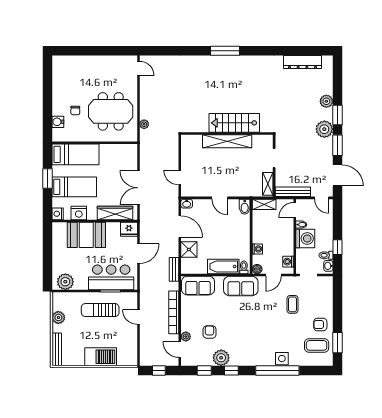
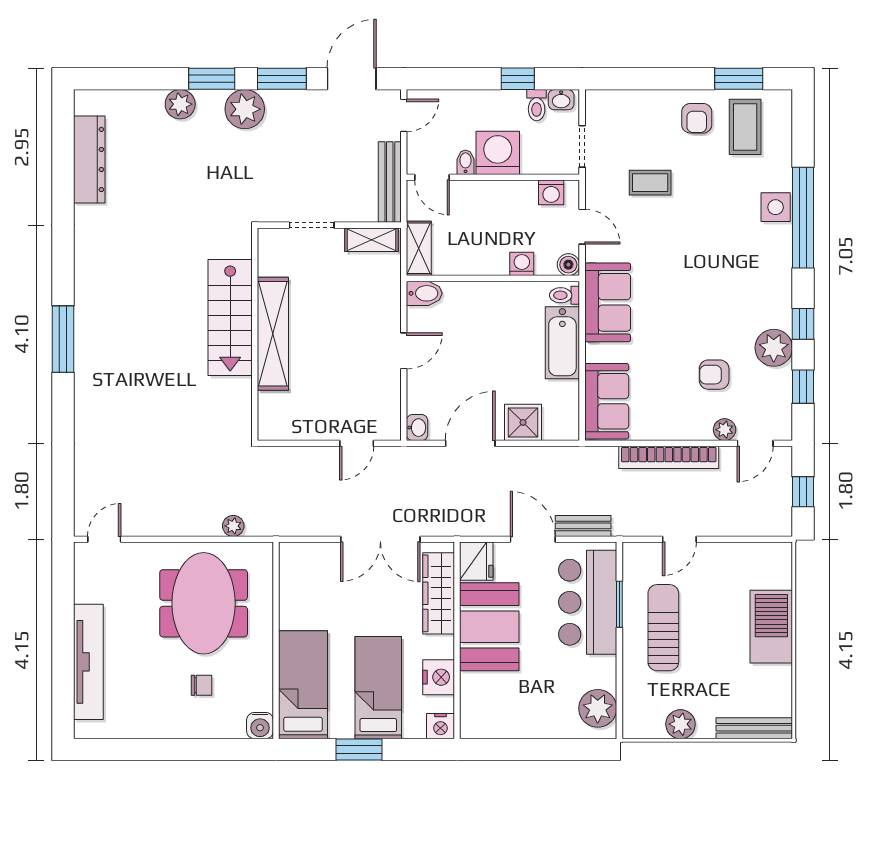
tv unit: (85, 62) -> (88, 662), added
water cooler: (58, 122) -> (260, 726), moved
booth: (86, 235) -> (489, 627), moved
bench: (174, 269) -> (583, 526), moved
sun lounger: (100, 310) -> (663, 628), turned 180

